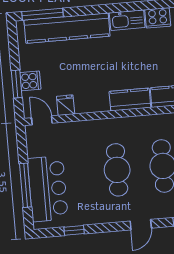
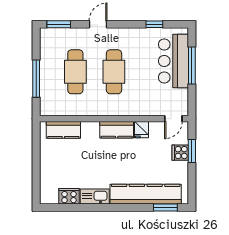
window: (42, 14) -> (165, 208), width x0.69
kitchen counter: (130, 100) -> (117, 130), moved
fridge: (66, 105) -> (141, 130), moved
door: (42, 120) -> (173, 119), hinge flipped

